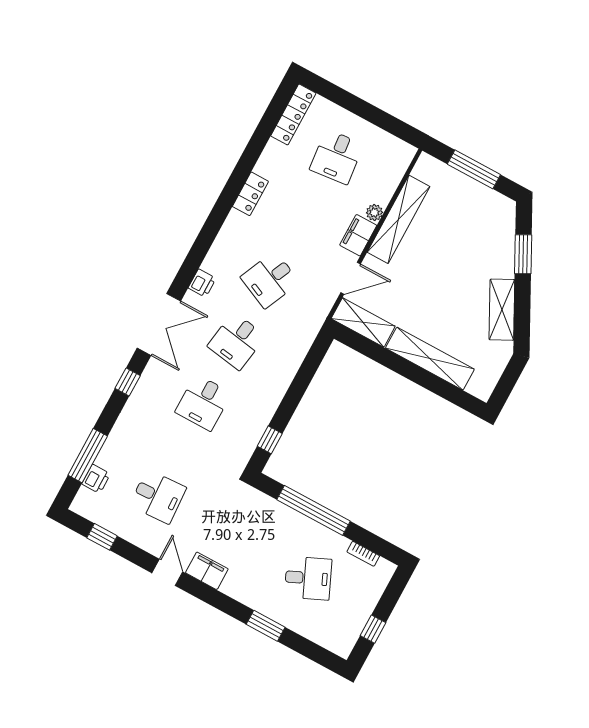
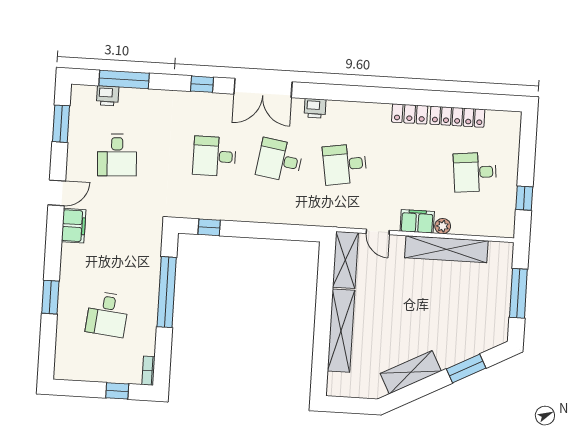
locker: (293, 114) -> (457, 117), moved
window: (384, 121) -> (524, 198), added
door: (351, 278) -> (378, 232), width x0.73
desk: (270, 280) -> (345, 164), turned -33
window: (102, 537) -> (61, 124), width x1.50
bookcase: (363, 554) -> (148, 371), moved
desk: (308, 578) -> (107, 314), turned 30
window: (373, 629) -> (117, 391), moved

